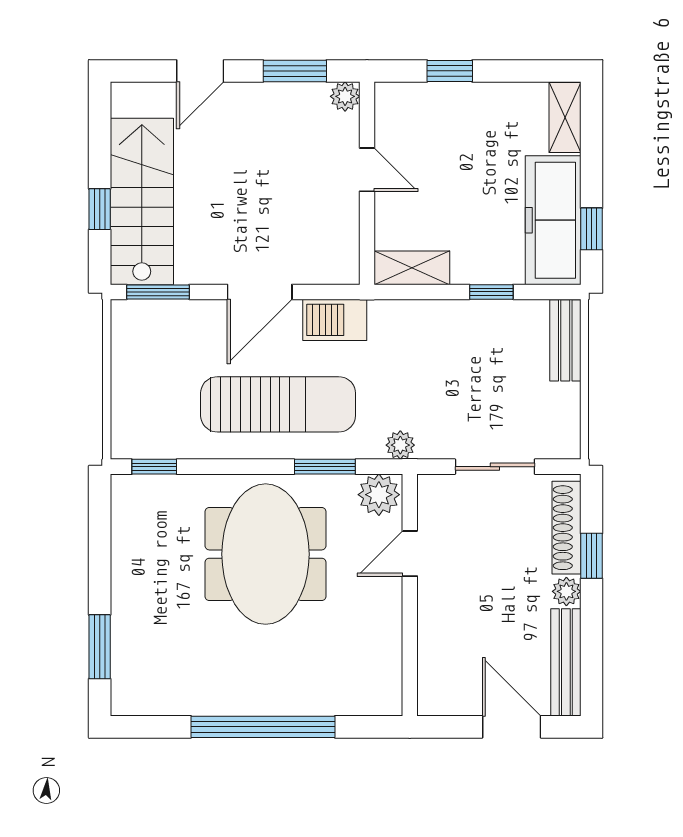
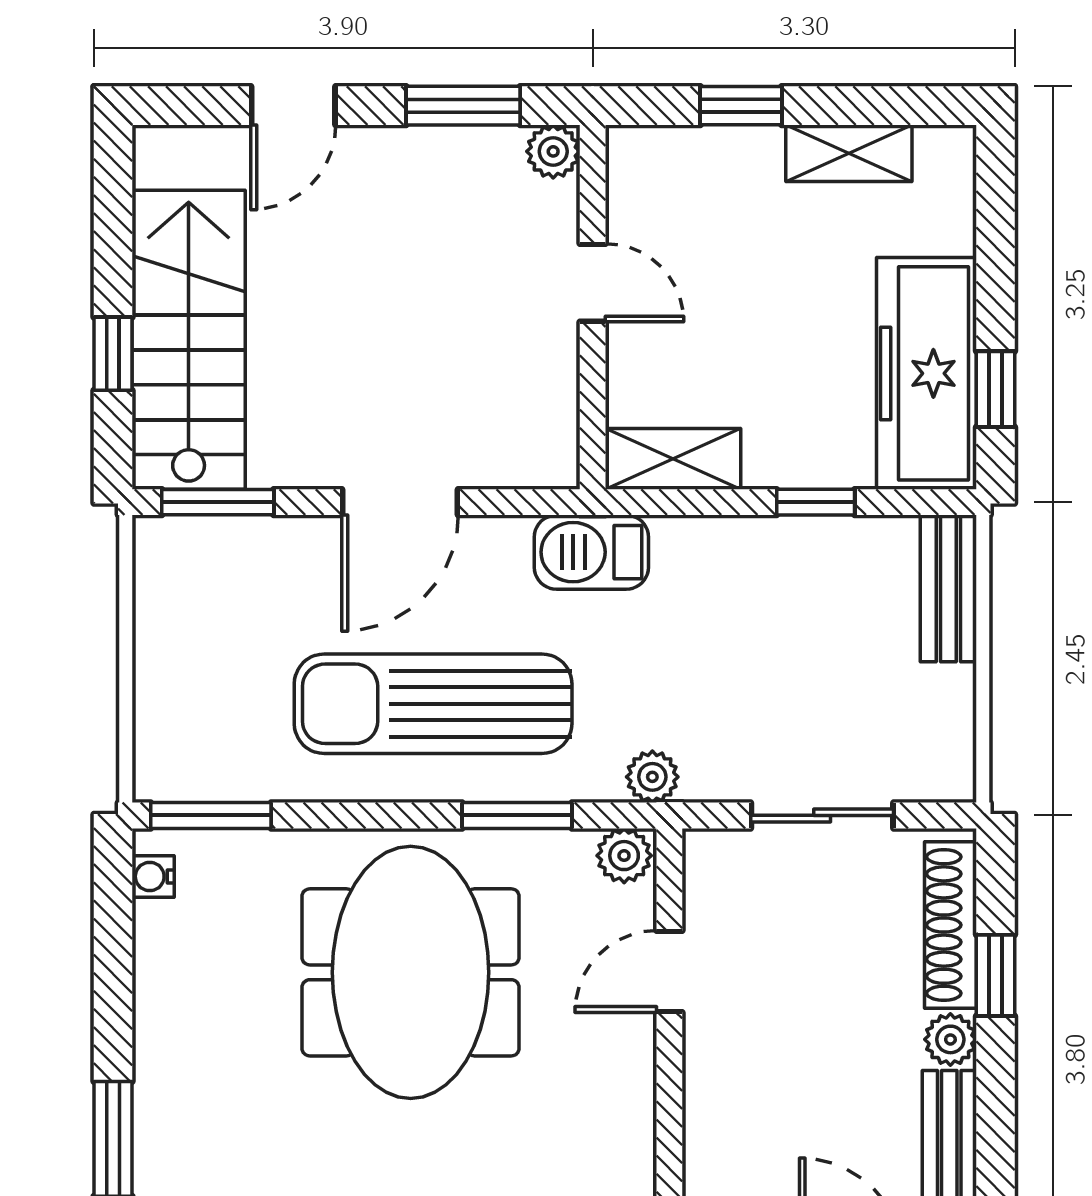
shelving: (565, 118) -> (849, 153), moved, turned 90
barbecue: (335, 320) -> (591, 552), moved
sun lounger: (278, 404) -> (433, 704), turned 180
window: (154, 467) -> (211, 815), width x1.50
plant: (379, 495) -> (624, 856), width x0.73, depth x0.73
water cooler: (122, 501) -> (153, 876), added

